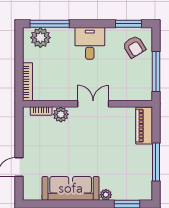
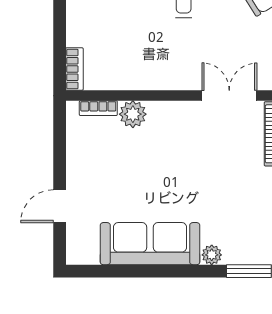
bookcase: (28, 82) -> (74, 69), width x0.64
double door: (93, 104) -> (229, 96), moved

